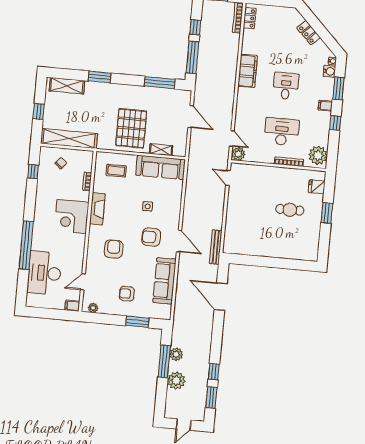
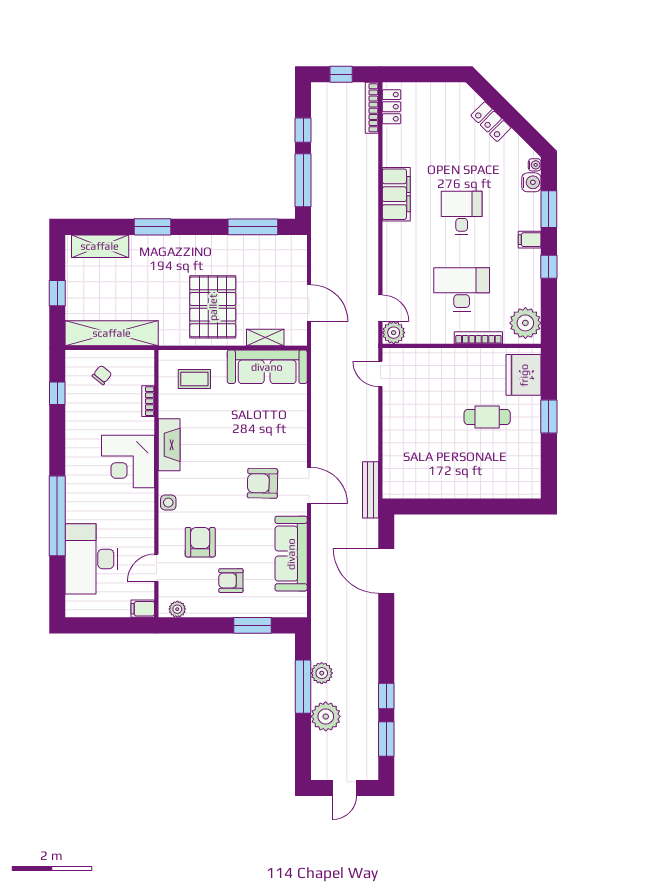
door: (191, 117) -> (309, 303), moved
fridge: (317, 187) -> (524, 375), width x1.88, depth x1.34
side table: (148, 206) -> (168, 503), moved
armchair: (114, 249) -> (200, 542), moved

